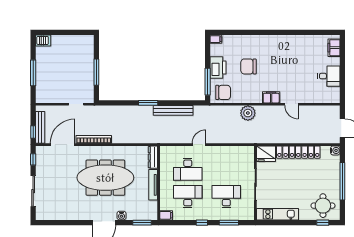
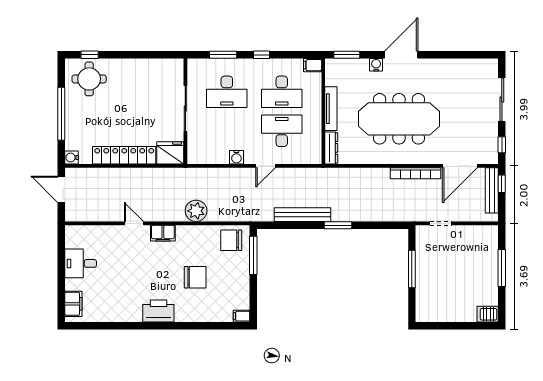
printer: (218, 67) -> (158, 311), moved, turned 90
water cooler: (219, 151) -> (236, 157), added
kitchen unit: (277, 214) -> (154, 67), removed

